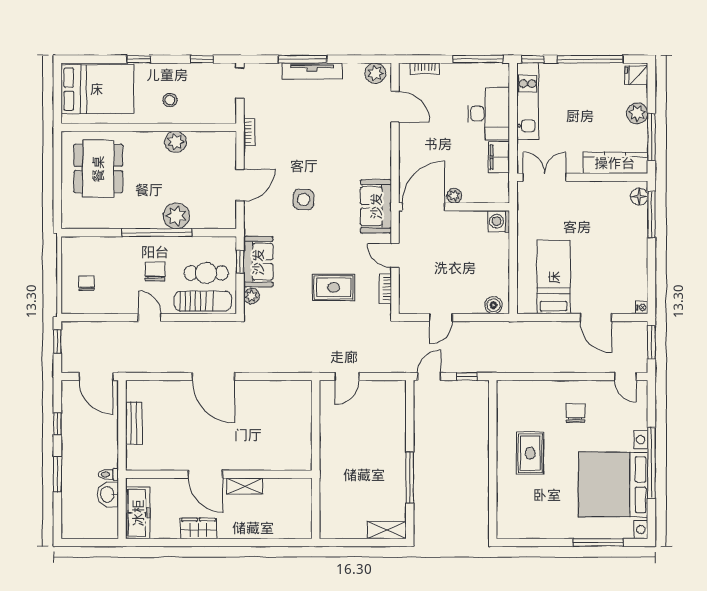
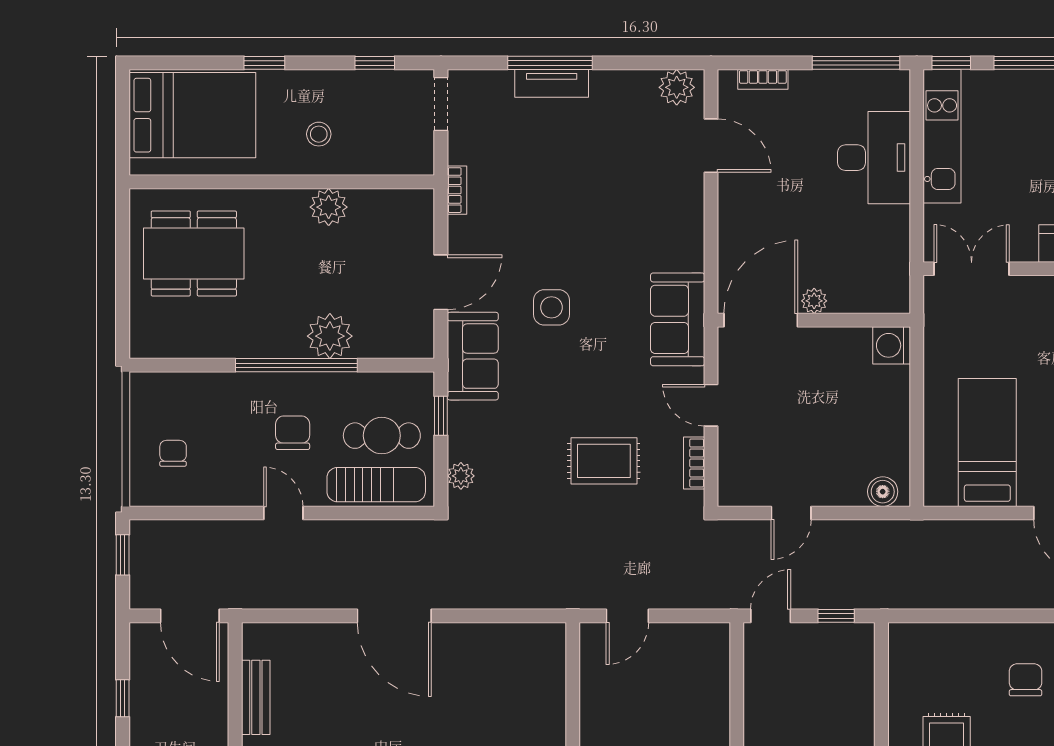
tv unit: (312, 71) -> (552, 83), width x0.71
filing cabinet: (499, 157) -> (892, 234), removed
dining table: (98, 169) -> (194, 253), turned 90
sofa: (258, 262) -> (473, 356), moved

